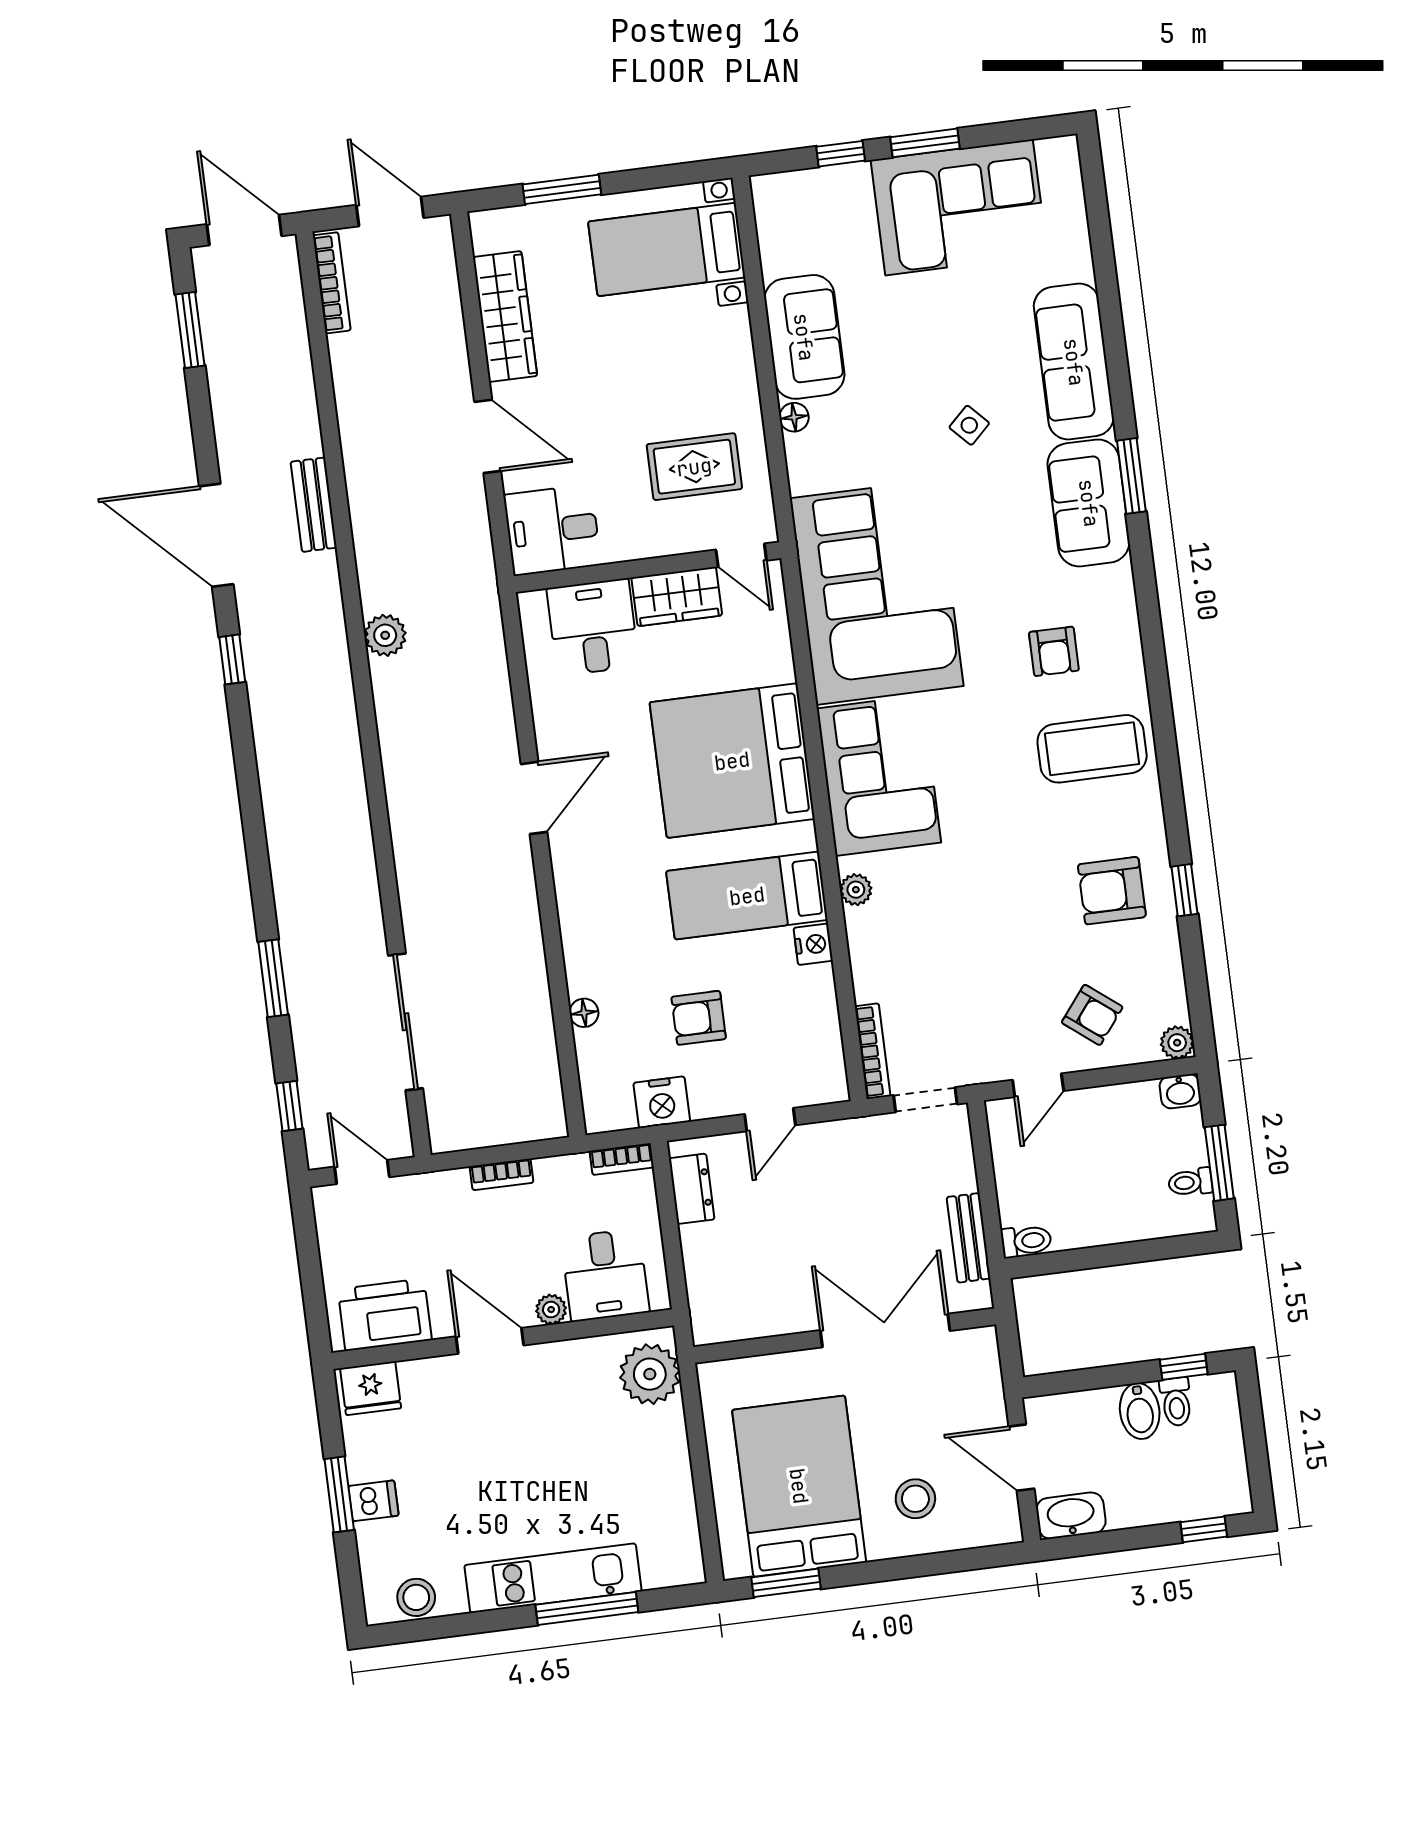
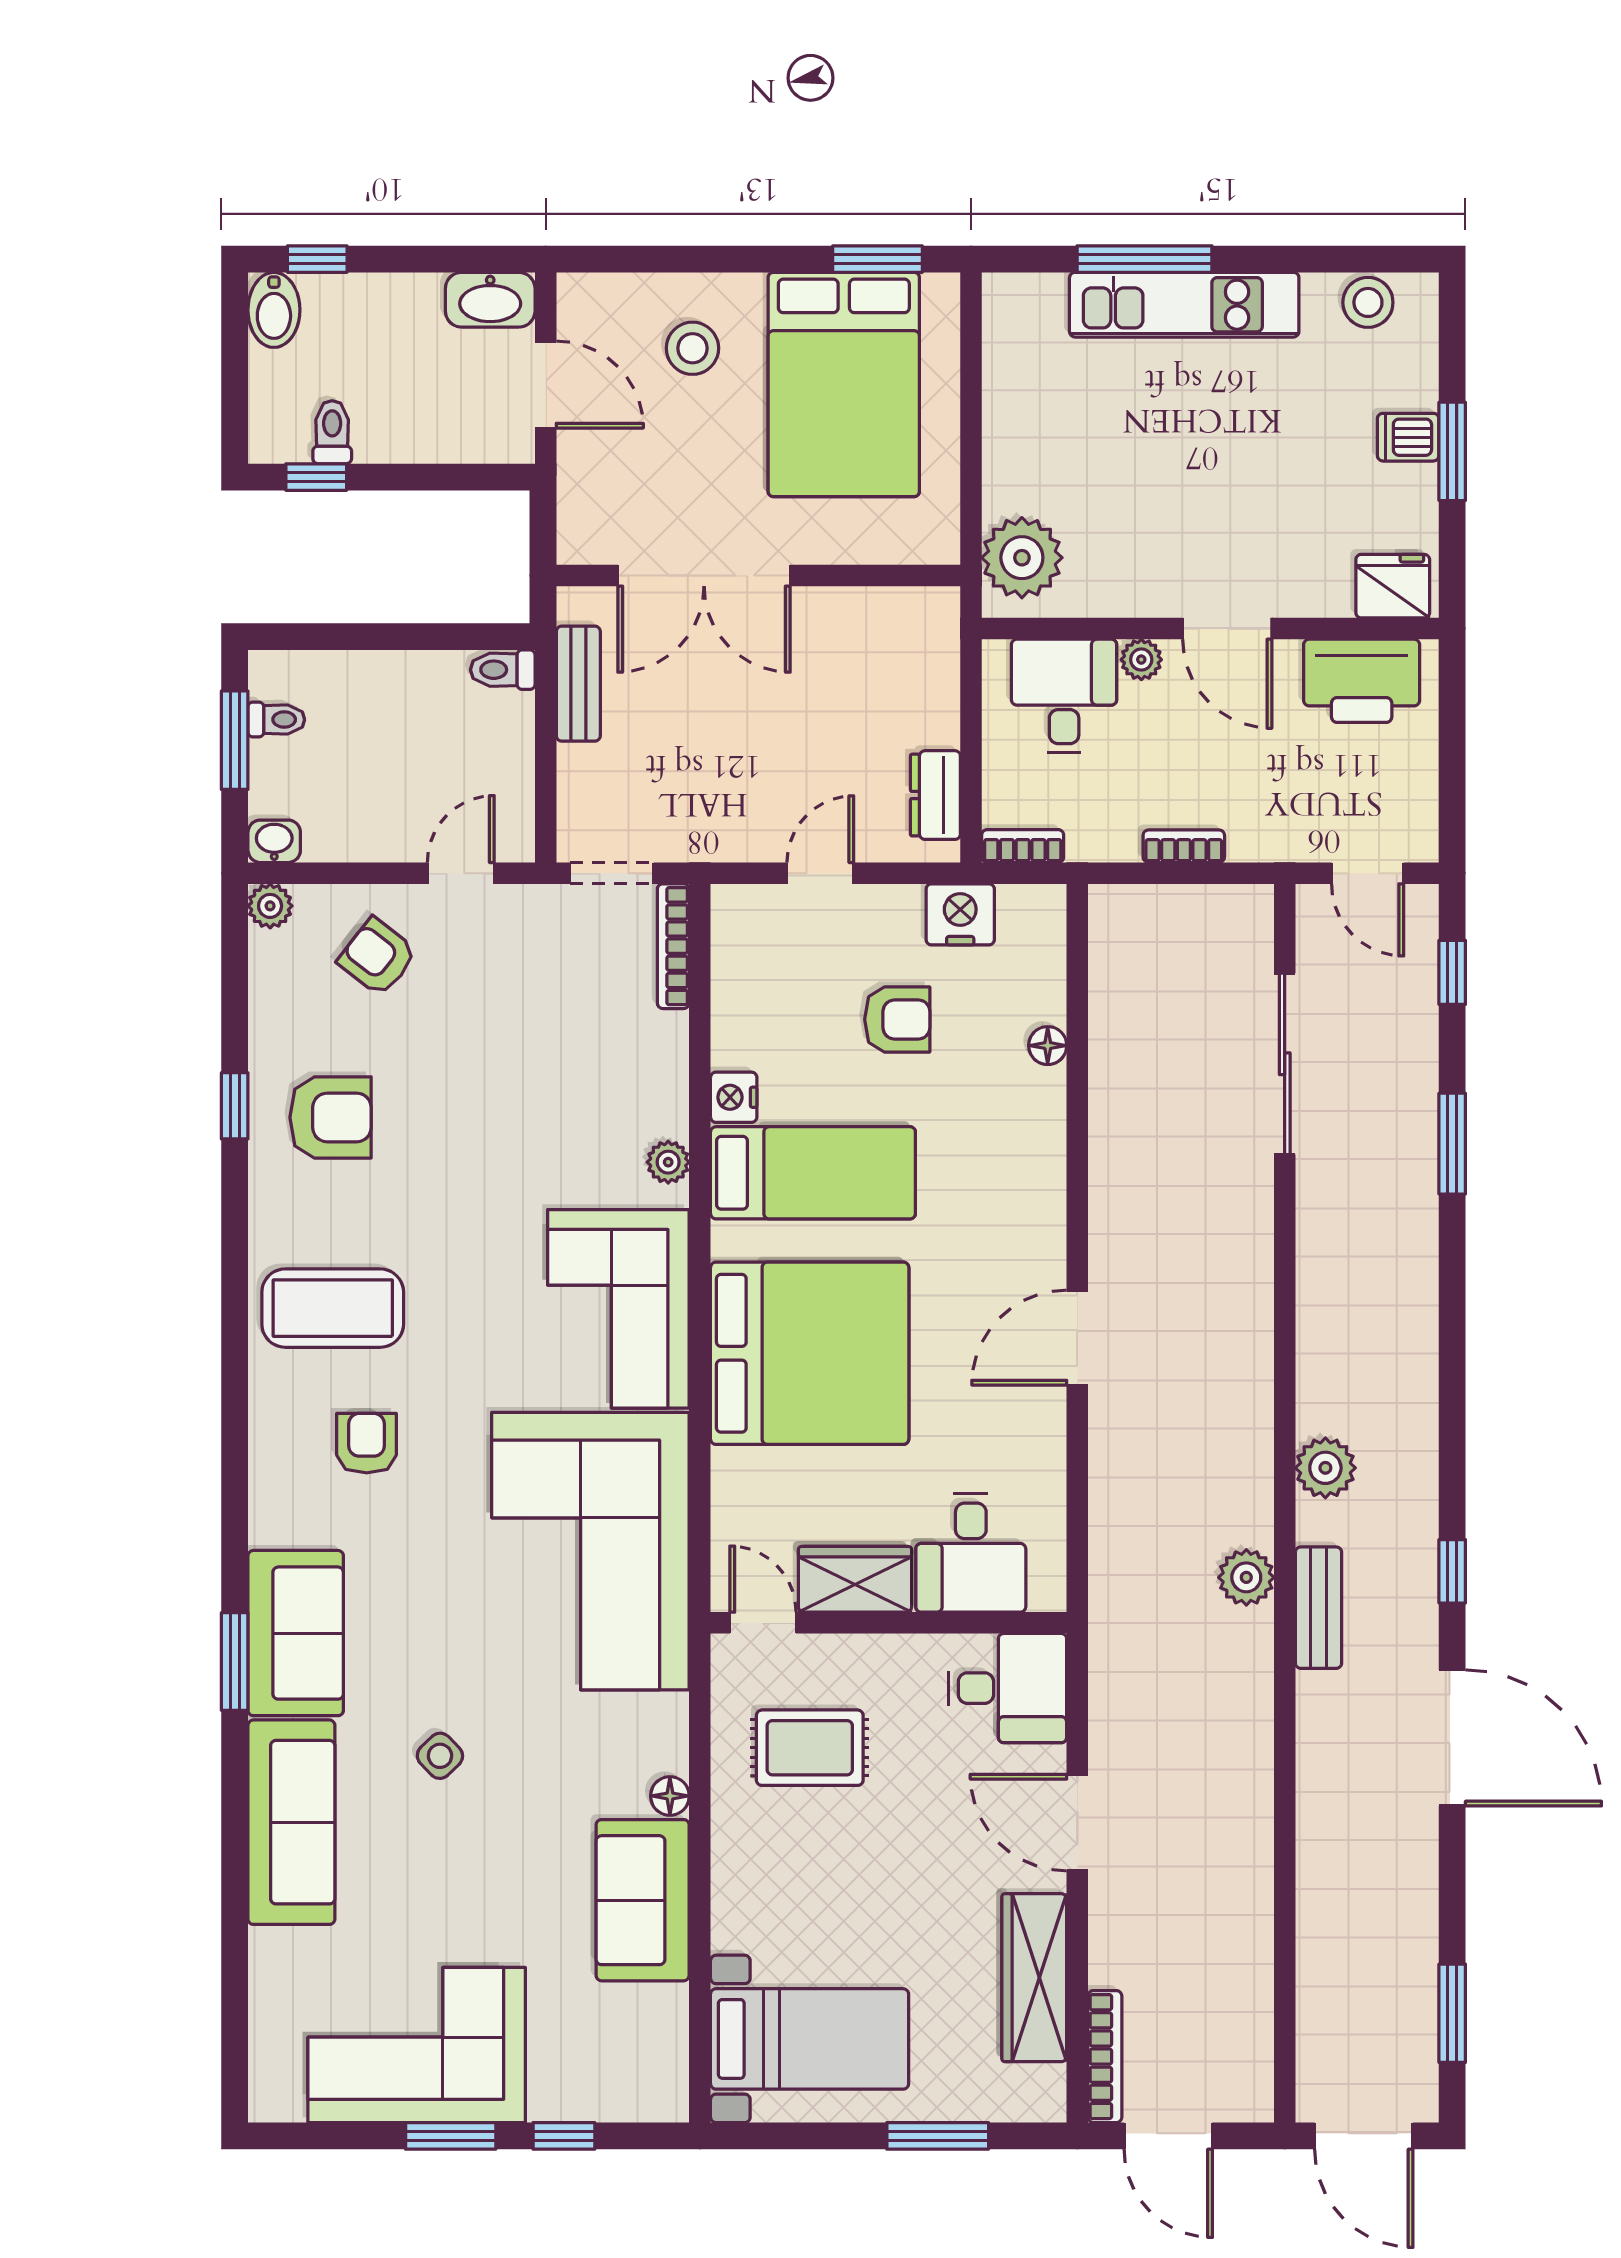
bookcase: (332, 283) -> (1105, 2057), moved, turned 180
bench: (314, 505) -> (1319, 1608), moved
plant: (337, 724) -> (1325, 1468), added
bidet: (1140, 1411) -> (274, 310), moved, turned 180

